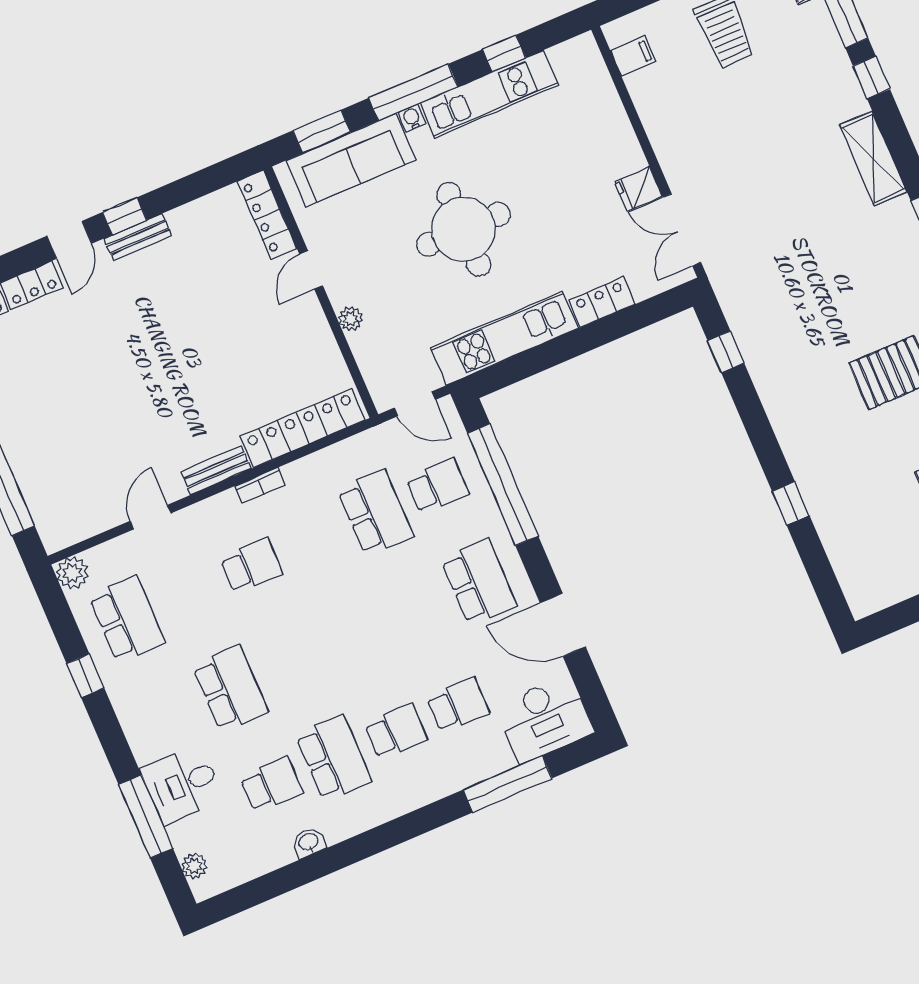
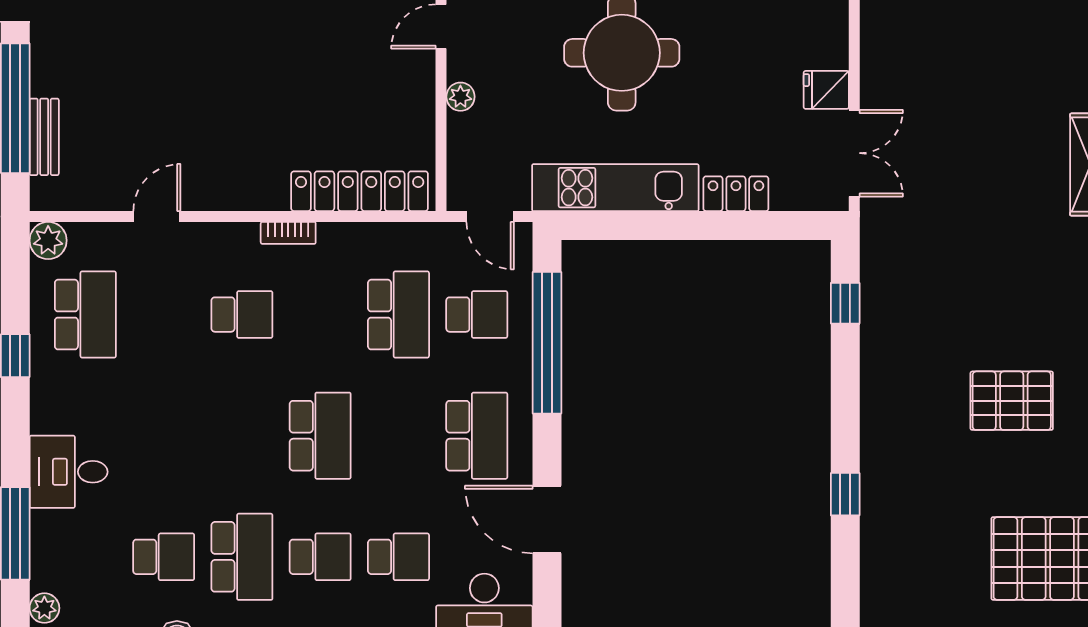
double door: (682, 230) -> (854, 153), swing flipped
bench: (216, 470) -> (44, 137), moved, turned 90
school desk: (230, 689) -> (320, 436), moved
desk: (182, 784) -> (69, 472), moved

